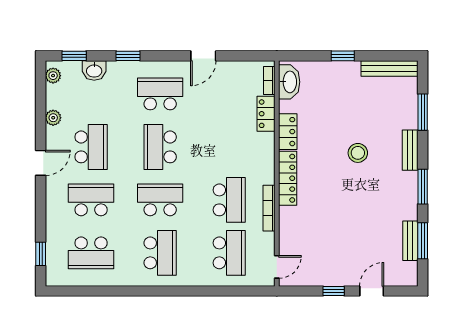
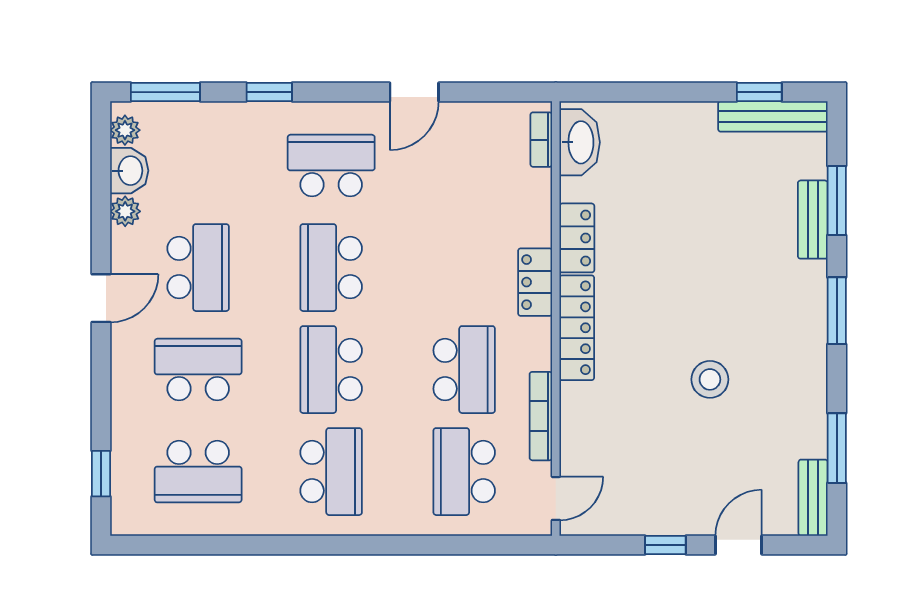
window: (74, 56) -> (165, 92), width x1.50
window: (343, 56) -> (759, 92), moved
washbasin: (94, 70) -> (129, 171), moved, turned -90
locker: (266, 114) -> (535, 282), moved
bench: (410, 150) -> (813, 220), moved
stool: (358, 153) -> (710, 379), moved
window: (423, 187) -> (837, 311), moved
school desk: (160, 200) -> (331, 370), turned -90
bookcase: (269, 208) -> (541, 416), moved
bench: (410, 241) -> (813, 498), moved
school desk: (229, 253) -> (464, 472), turned 180

